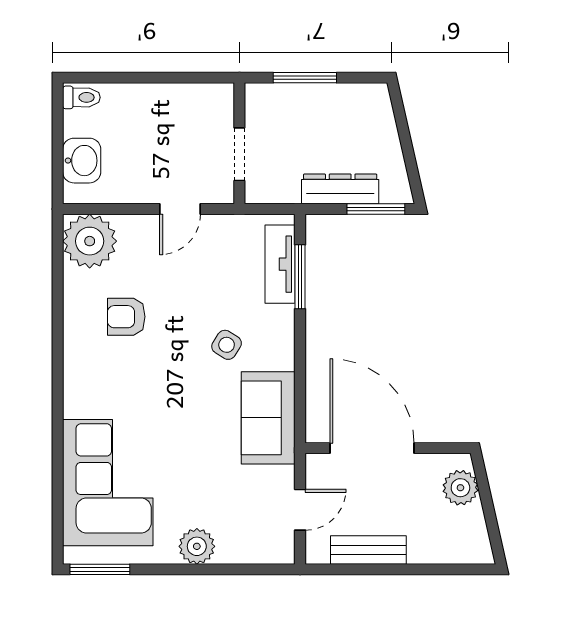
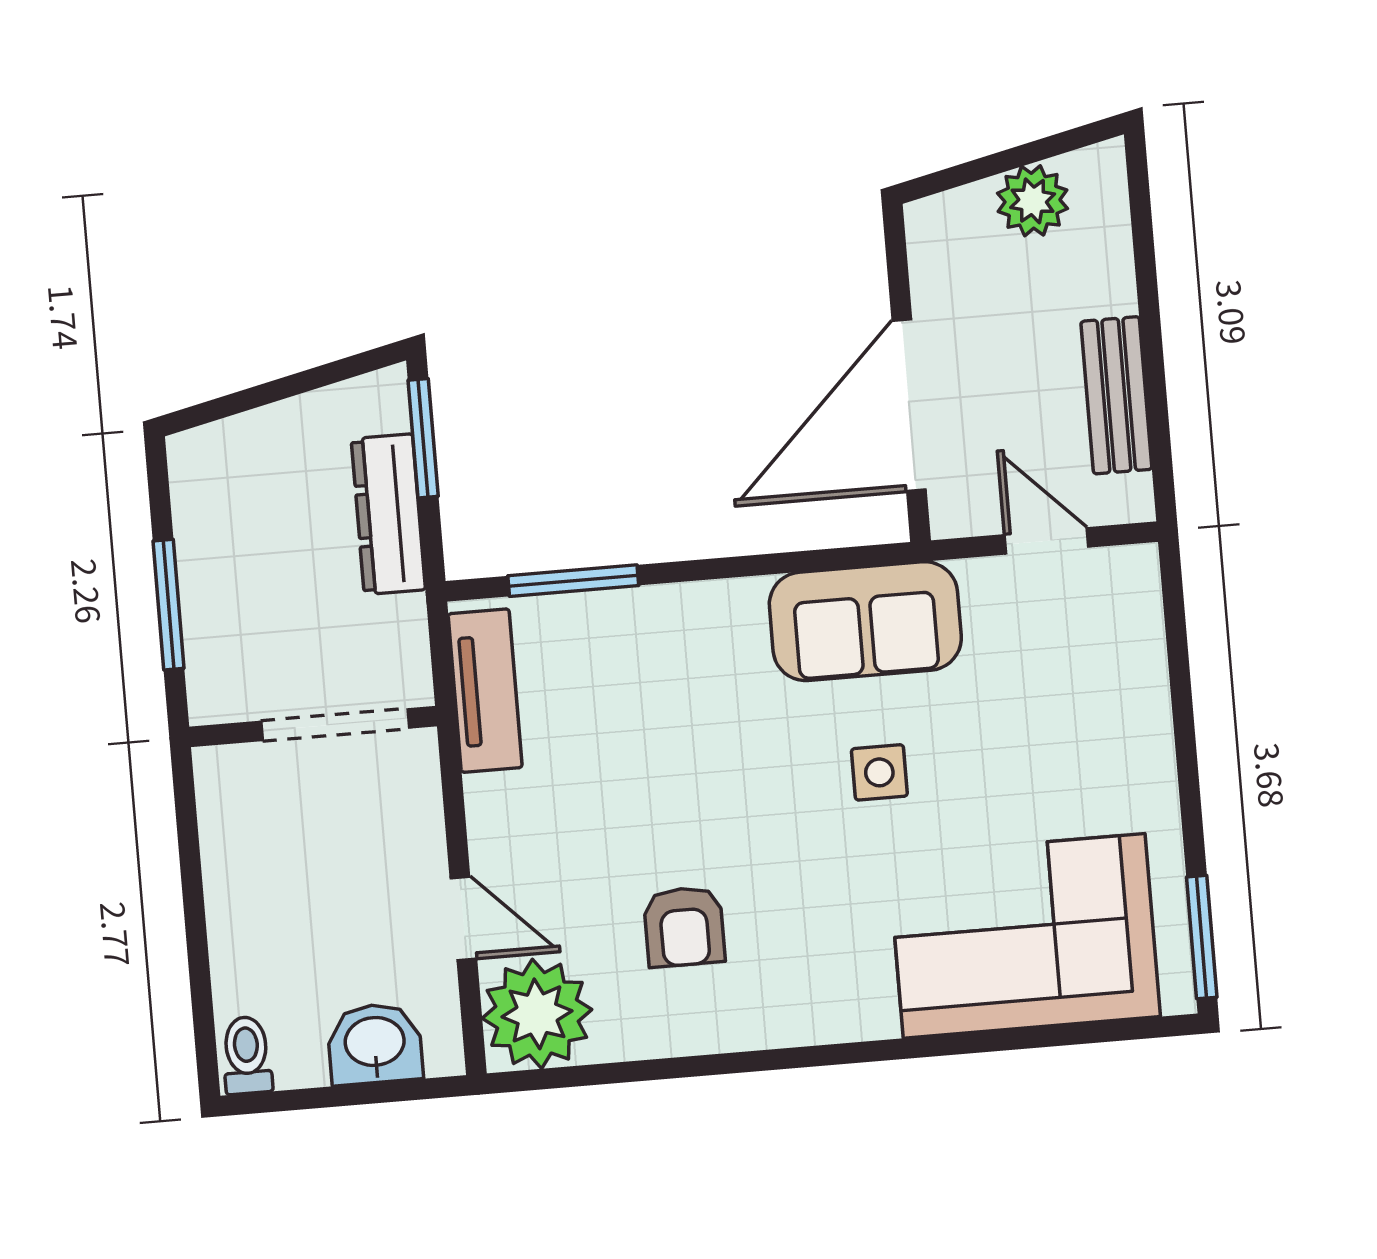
doorway: (239, 154) -> (335, 725), width x1.38
door: (180, 209) -> (463, 918), moved
tv unit: (280, 264) -> (485, 691), moved, turned -90
side table: (227, 345) -> (879, 772), moved, turned -32
plant: (460, 488) -> (1033, 201), moved
plant: (197, 546) -> (1138, 744), removed

